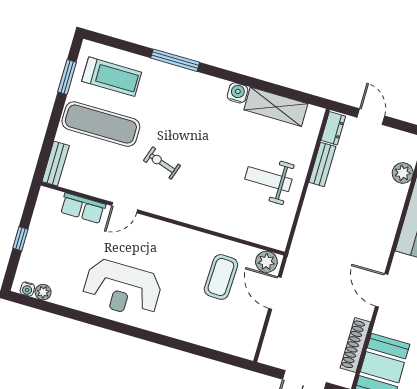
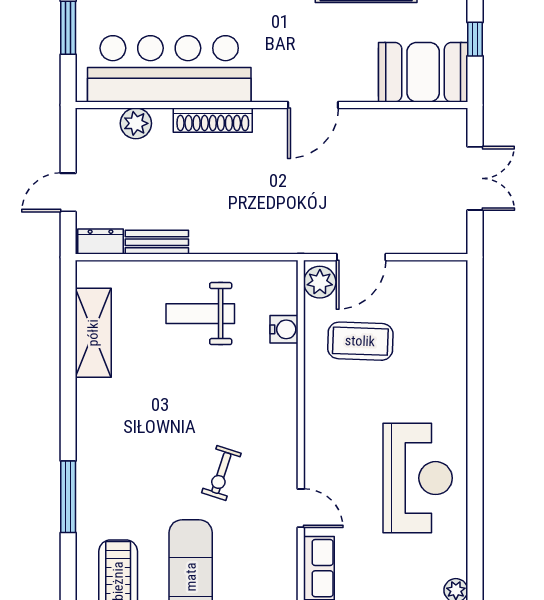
water cooler: (237, 93) -> (284, 329), moved, turned 180
weight bench: (268, 179) -> (200, 314), turned 90
shoe rack: (355, 345) -> (213, 120), moved

